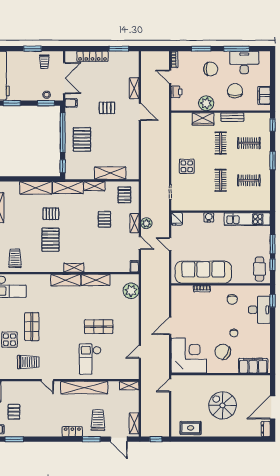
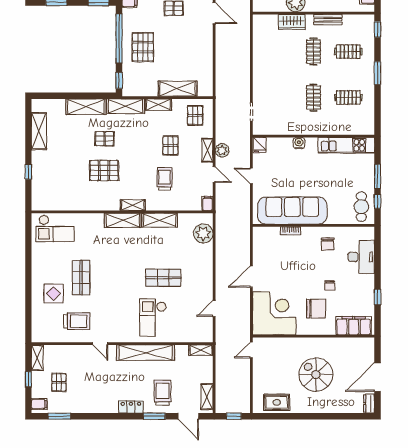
display table: (187, 166) -> (272, 80), removed
pallet: (50, 240) -> (104, 171), turned 90
trolley: (15, 258) -> (165, 179), moved
window: (273, 301) -> (377, 297), moved
chair: (223, 352) -> (316, 309), turned 152

